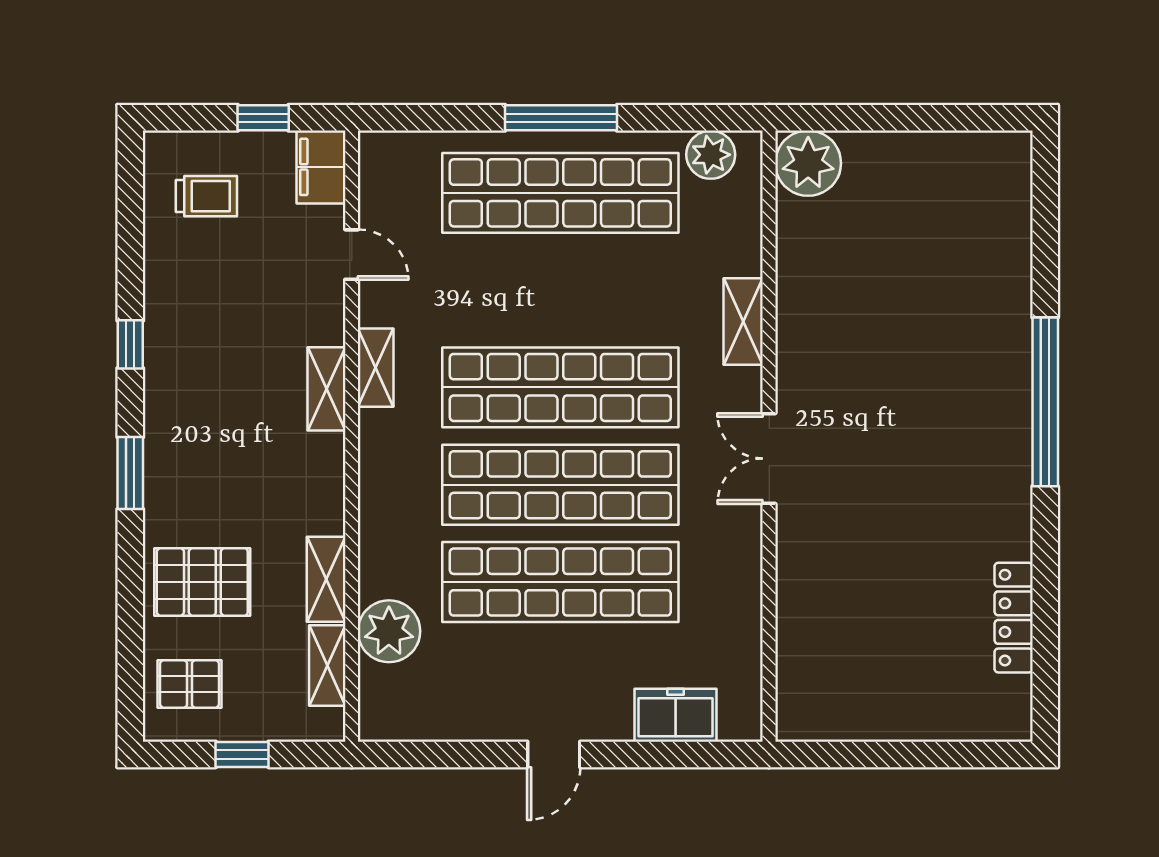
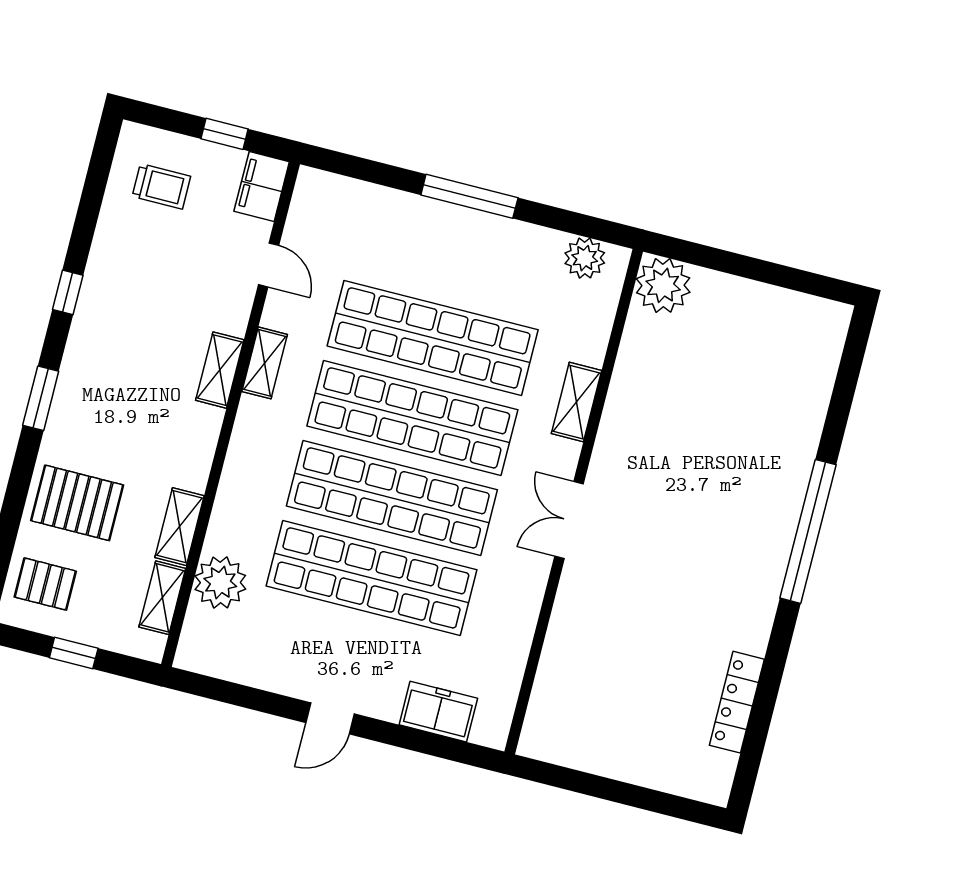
shop shelf: (560, 193) -> (433, 338), moved

